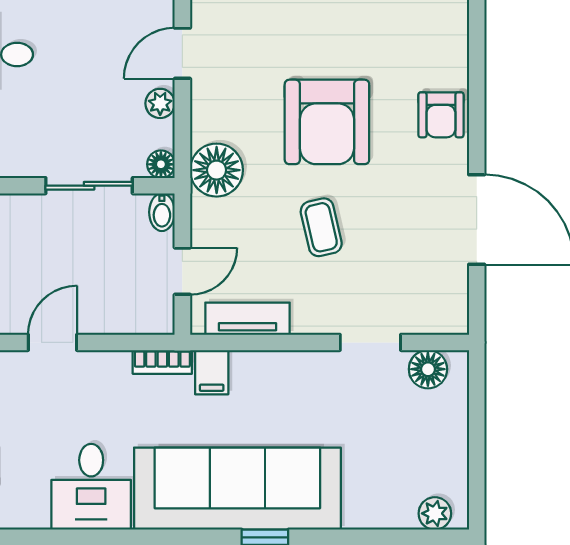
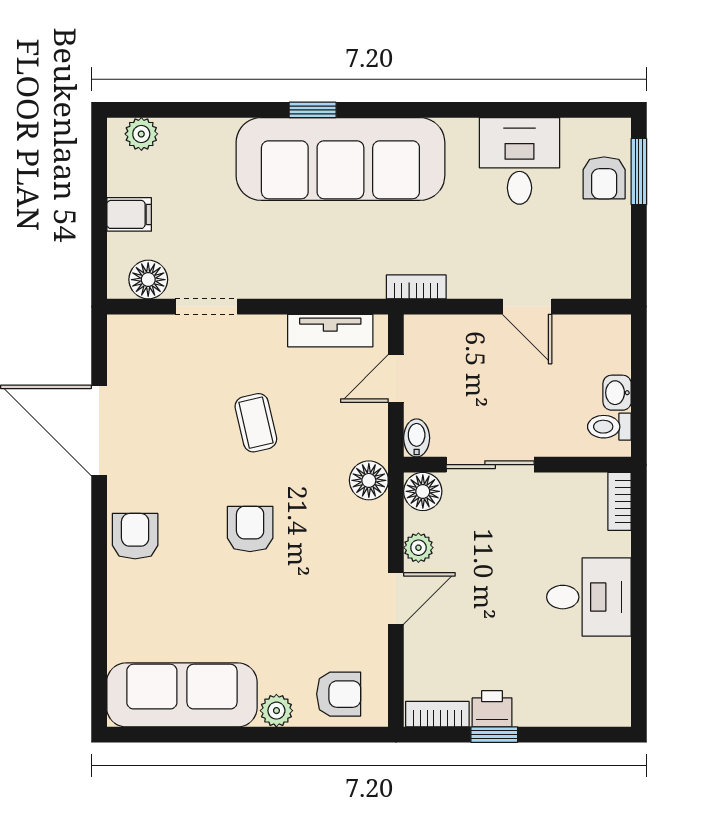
armchair: (327, 122) -> (250, 529), width x0.53, depth x0.53
floor lamp: (161, 164) -> (423, 491), width x1.37, depth x1.37
floor lamp: (217, 170) -> (369, 480), width x0.73, depth x0.73
door: (52, 342) -> (527, 307), hinge flipped
filing cabinet: (212, 372) -> (129, 214), moved, turned 90
desk: (91, 487) -> (519, 161), moved

